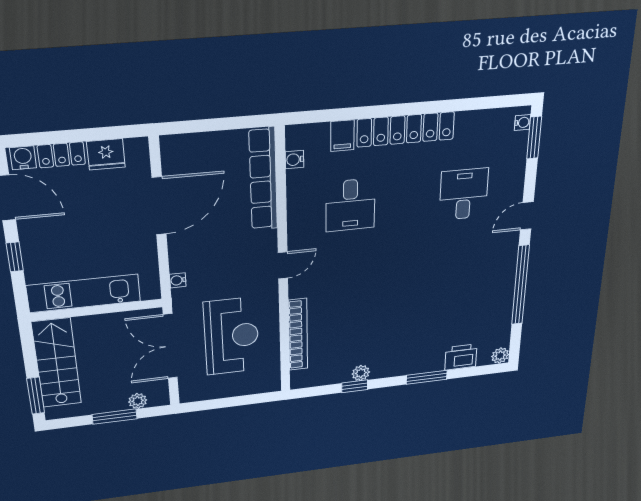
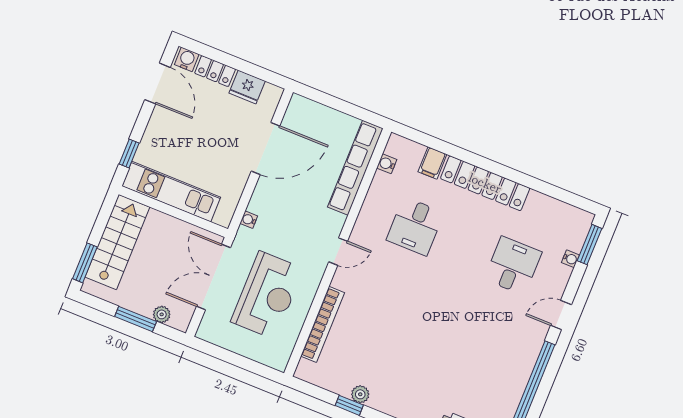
water cooler: (522, 122) -> (570, 259), moved
window: (15, 257) -> (129, 153), moved

